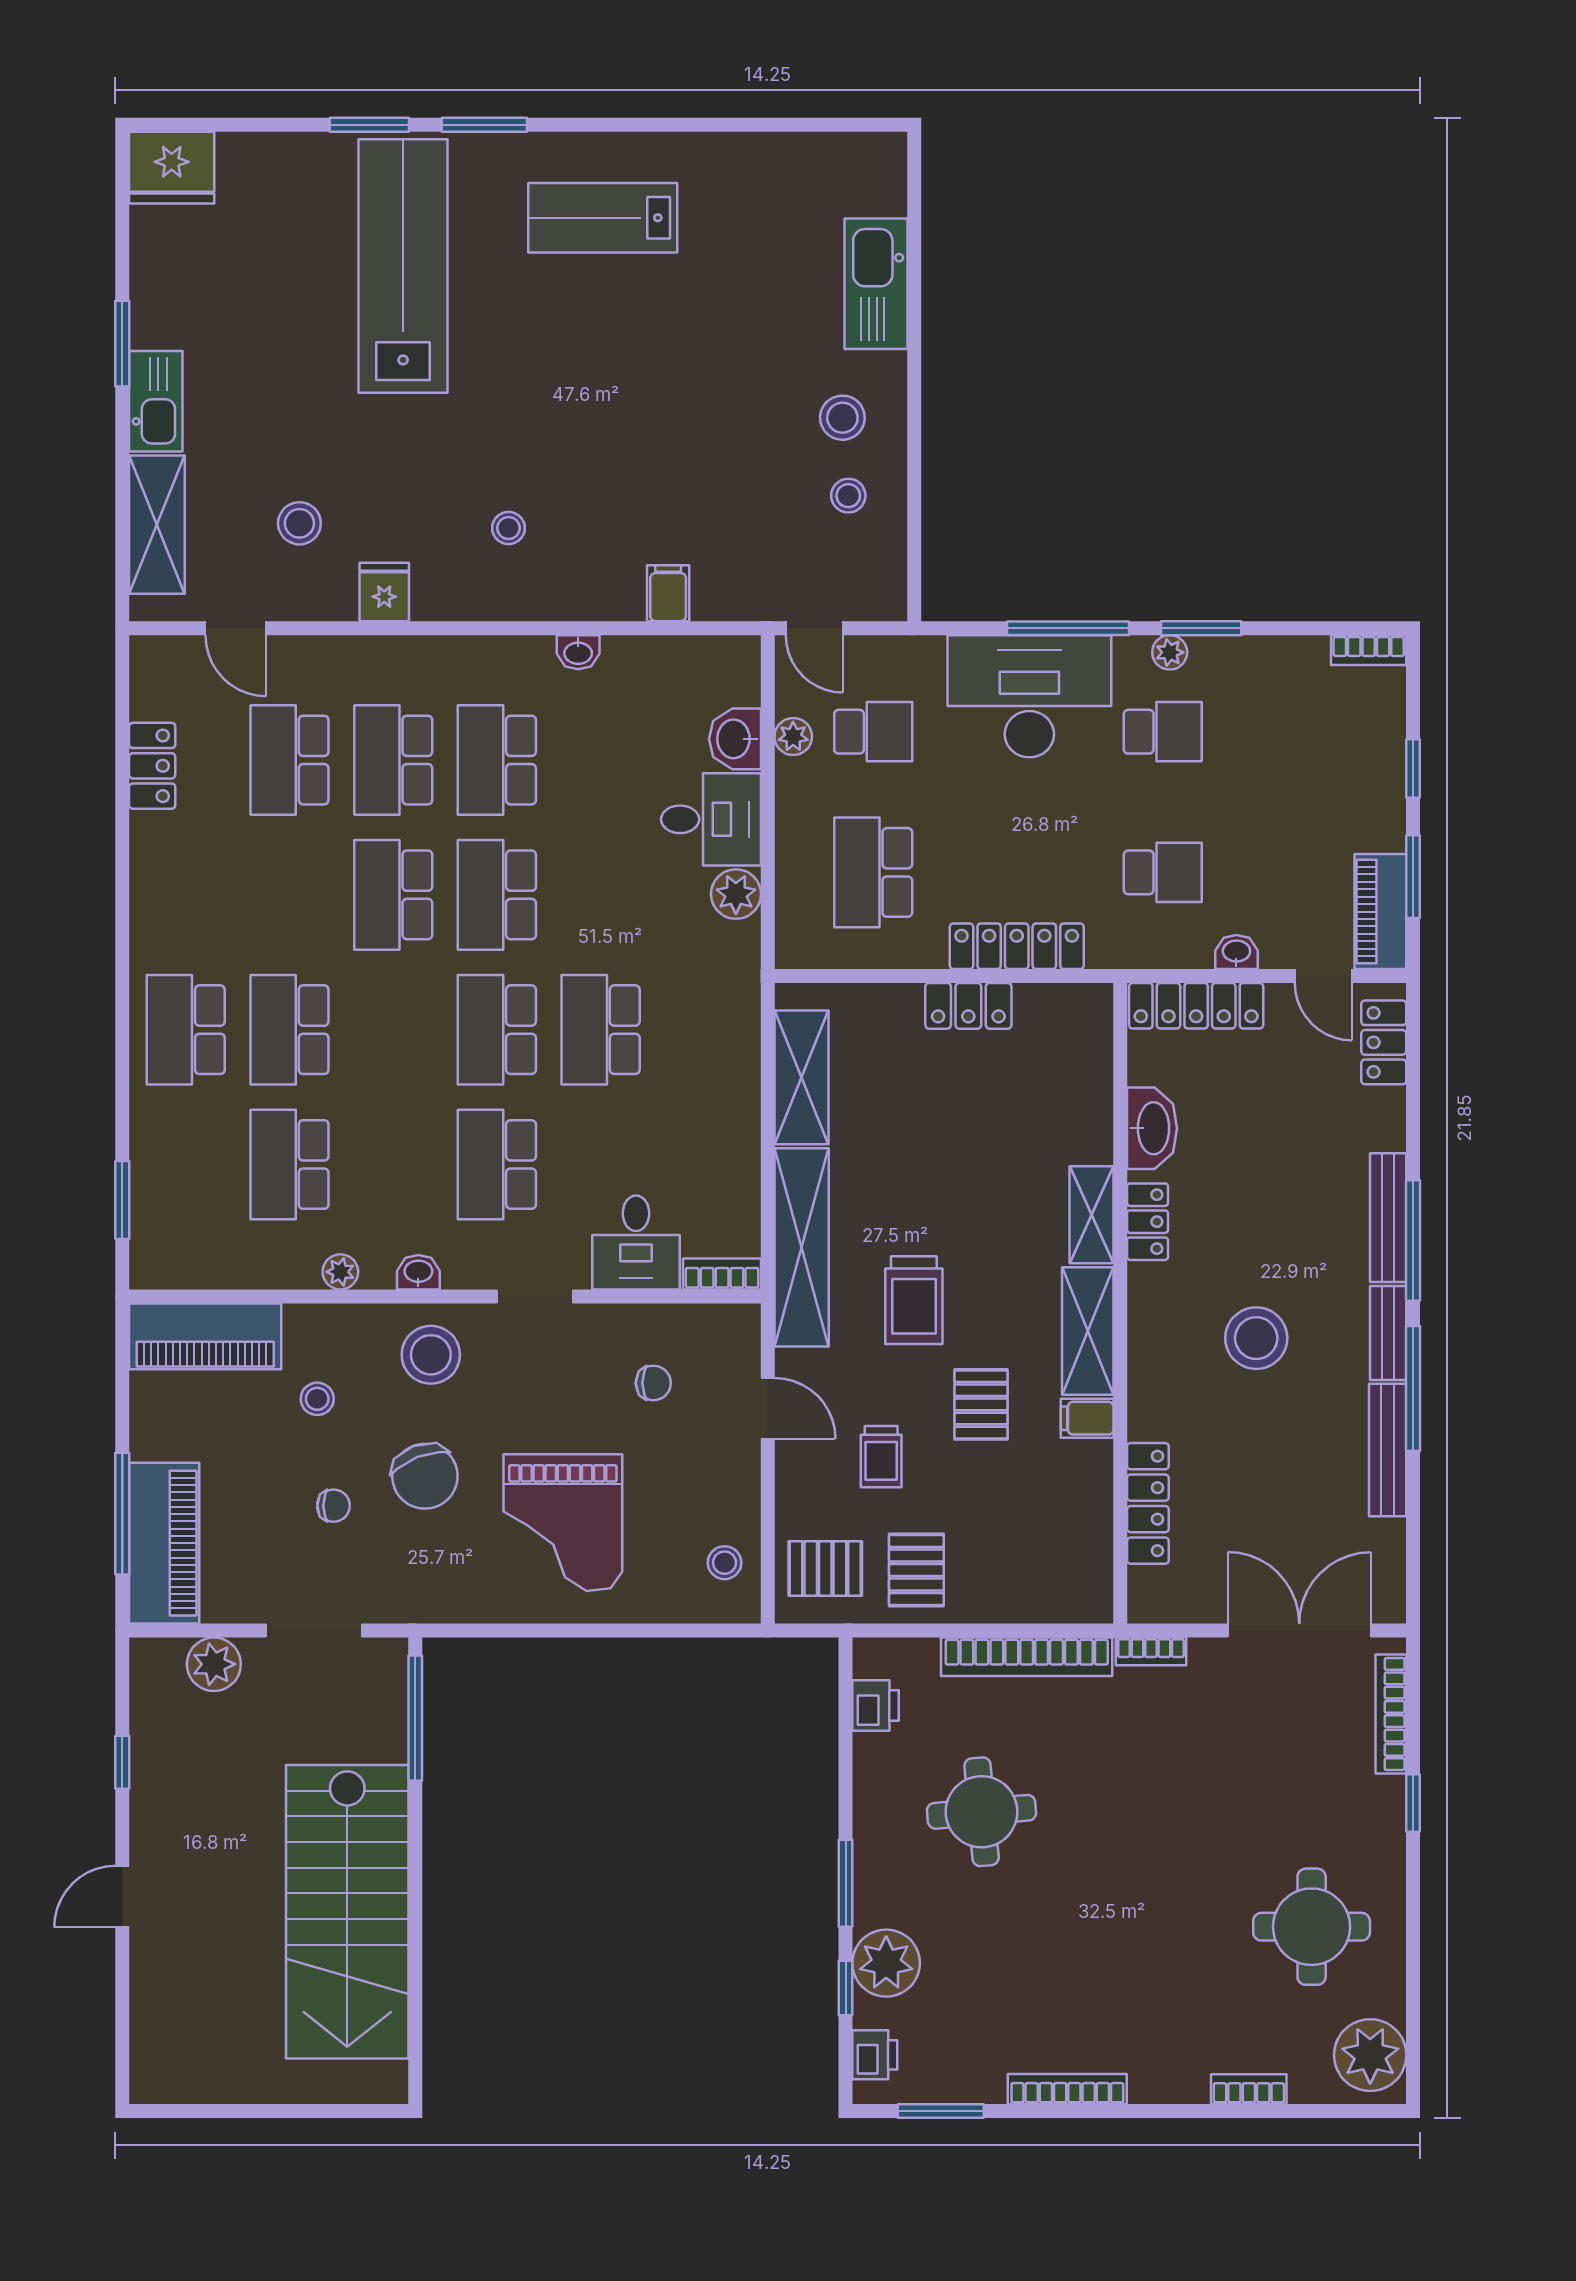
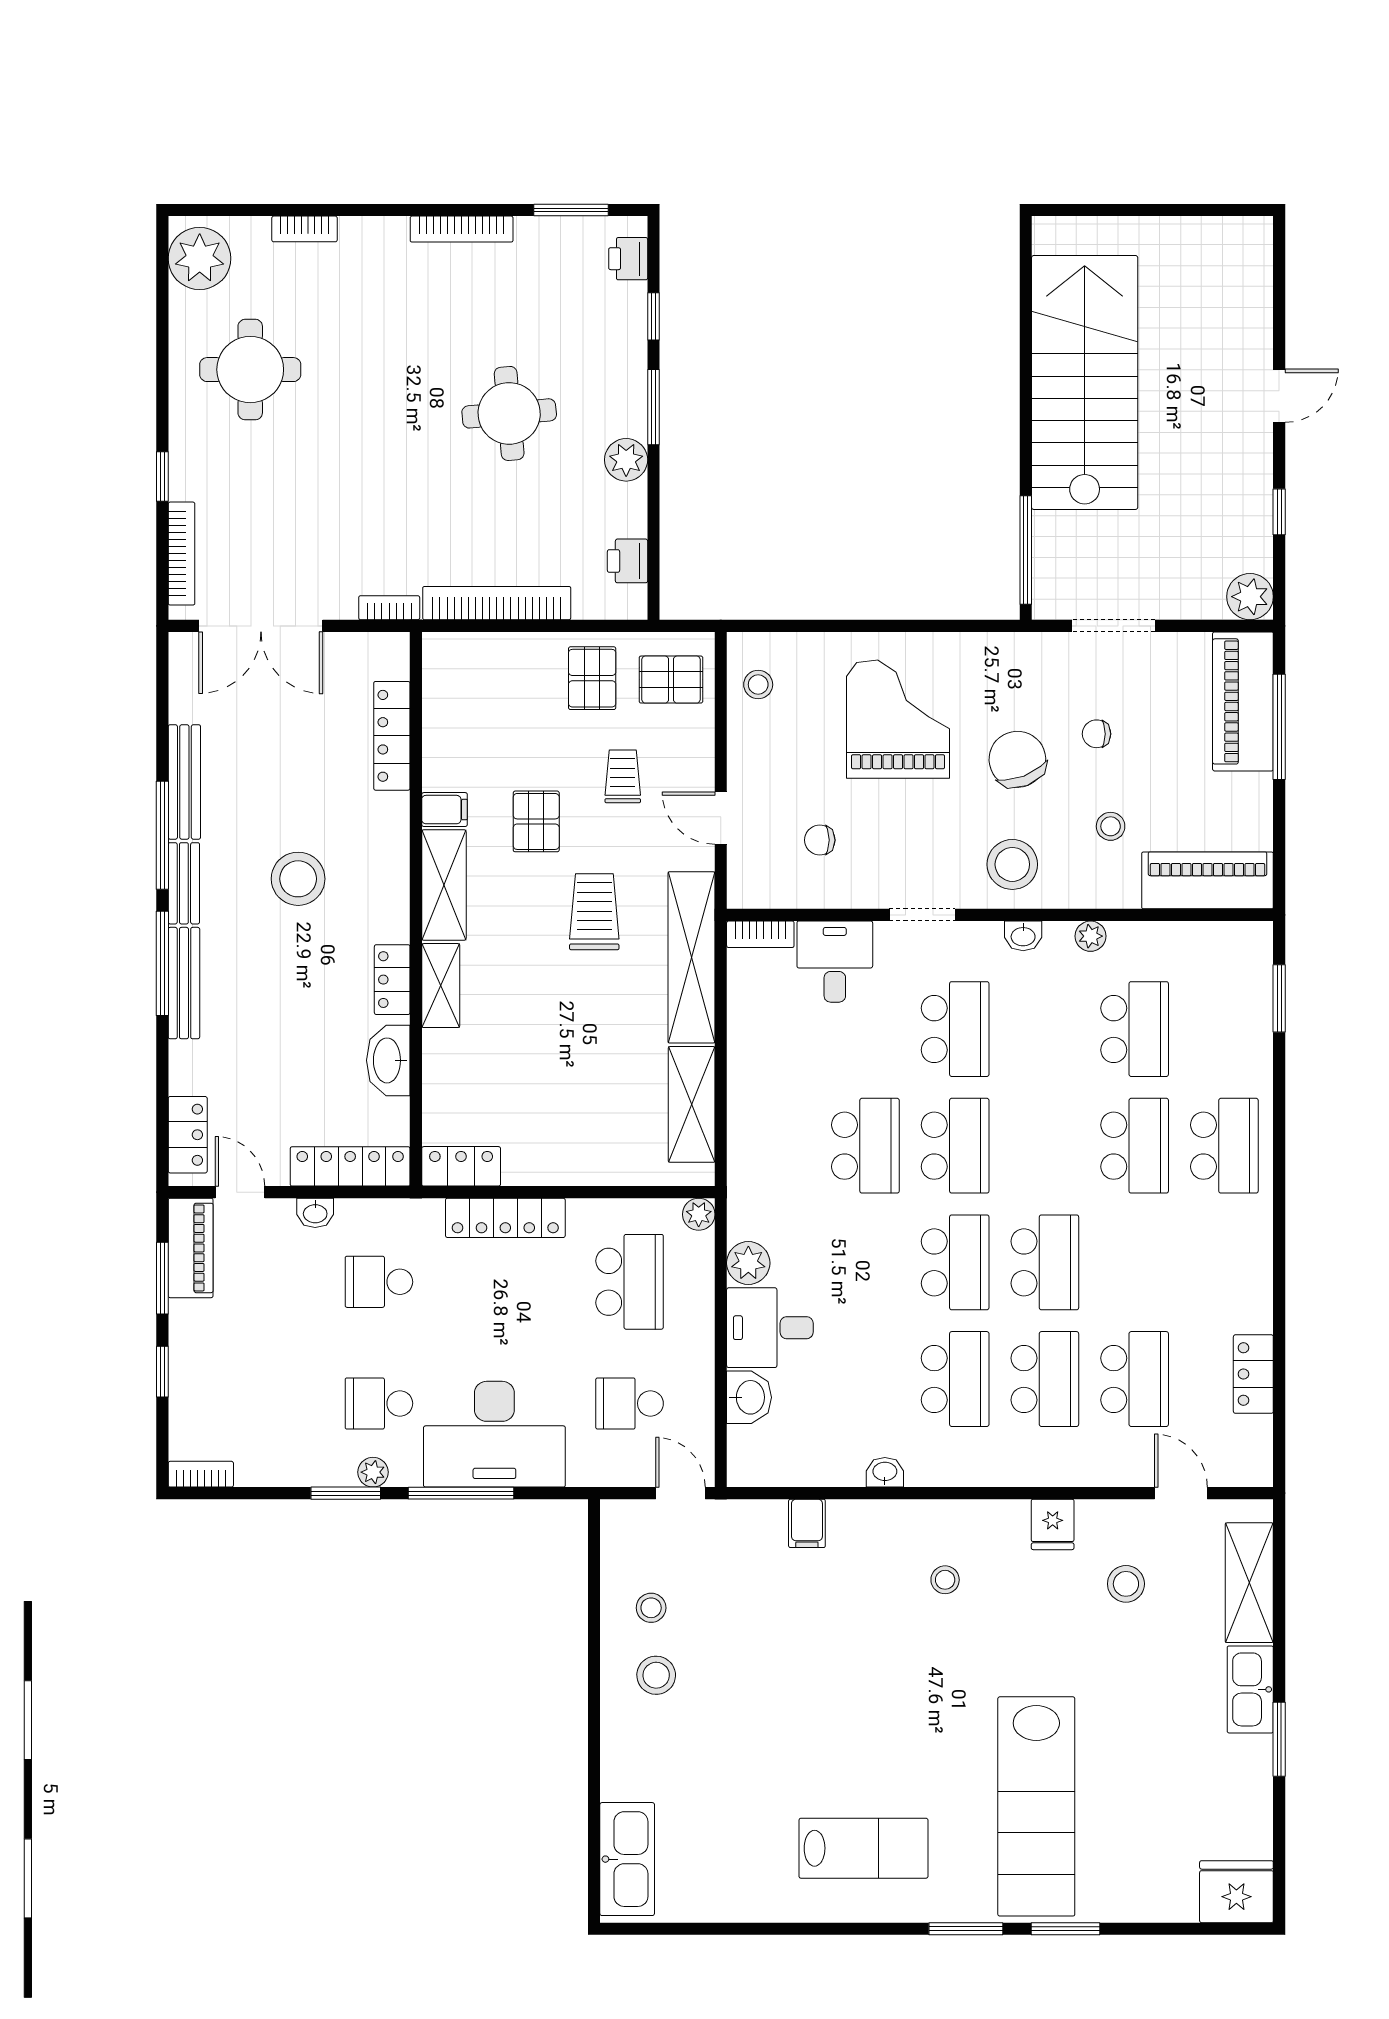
kitchen sink: (876, 284) -> (627, 1859), moved
plant: (793, 737) -> (699, 1214), moved
locker: (968, 1006) -> (461, 1166), moved
plant: (214, 1664) -> (1250, 597), moved
round table: (982, 1812) -> (509, 413), moved
plant: (886, 1963) -> (626, 460), moved, width x0.73, depth x0.73

